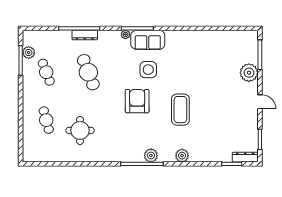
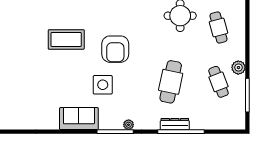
sofa: (148, 40) -> (79, 119), moved
plant: (29, 53) -> (238, 68), moved
cafe table: (88, 72) -> (171, 82), turned 33
coffee table: (180, 110) -> (66, 39), turned 90

